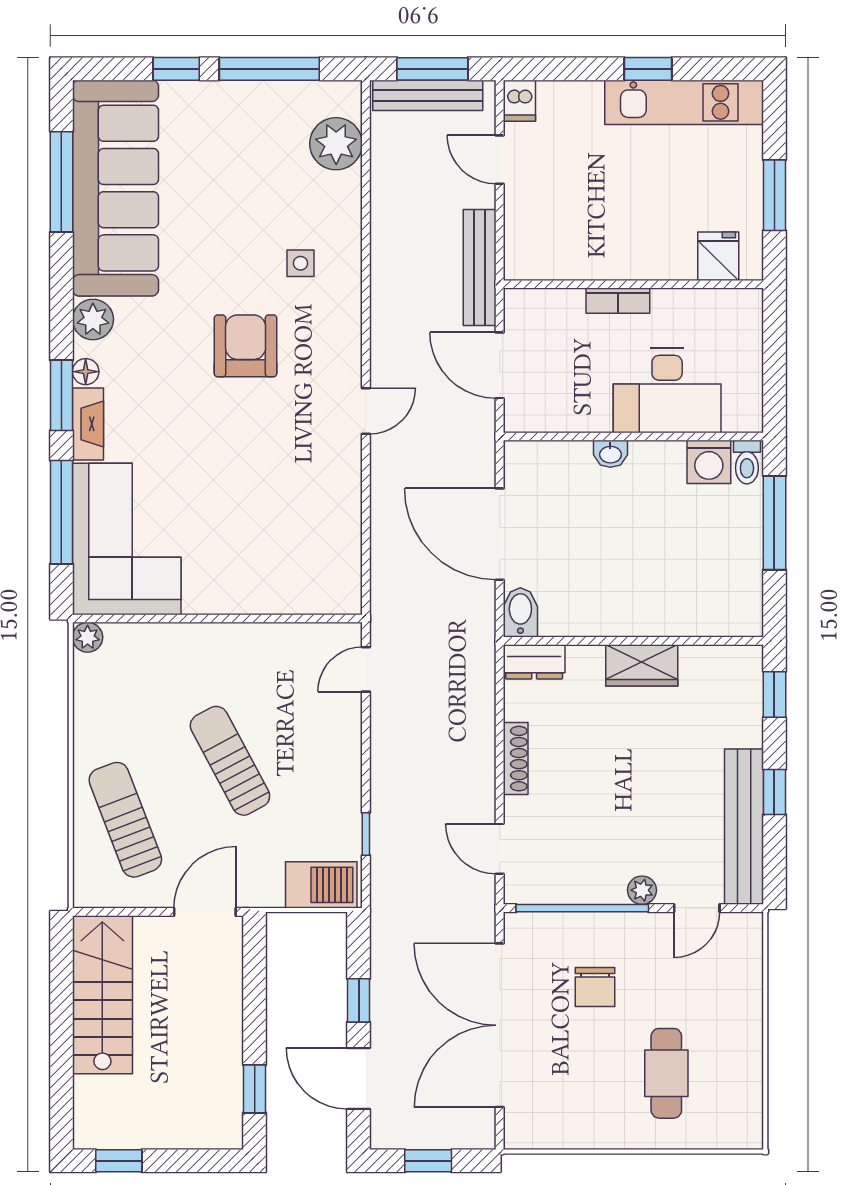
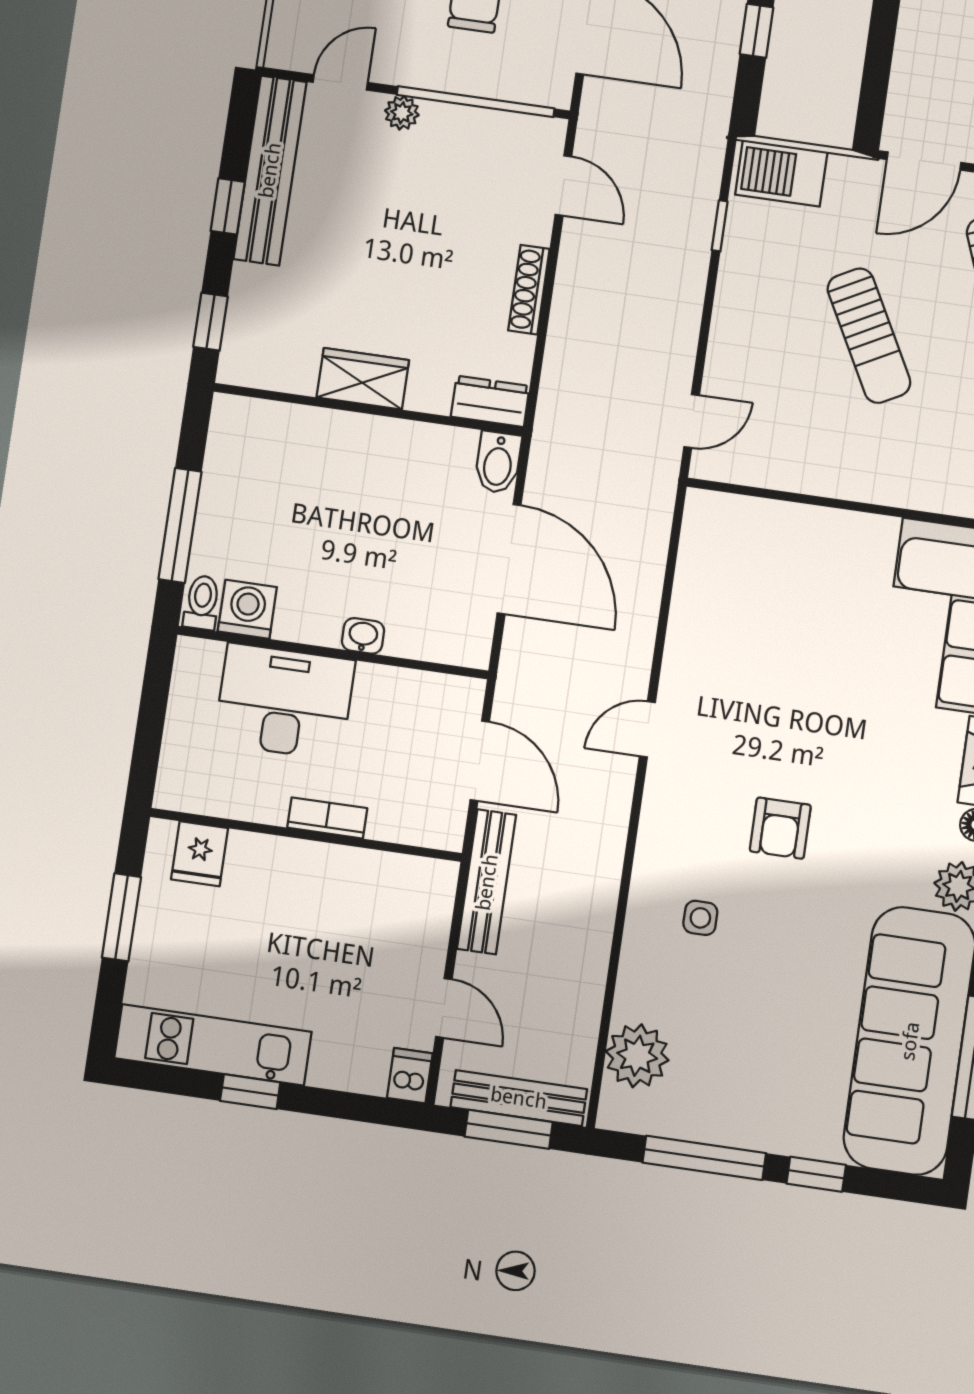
armchair: (246, 346) -> (780, 828), width x0.72, depth x0.72

